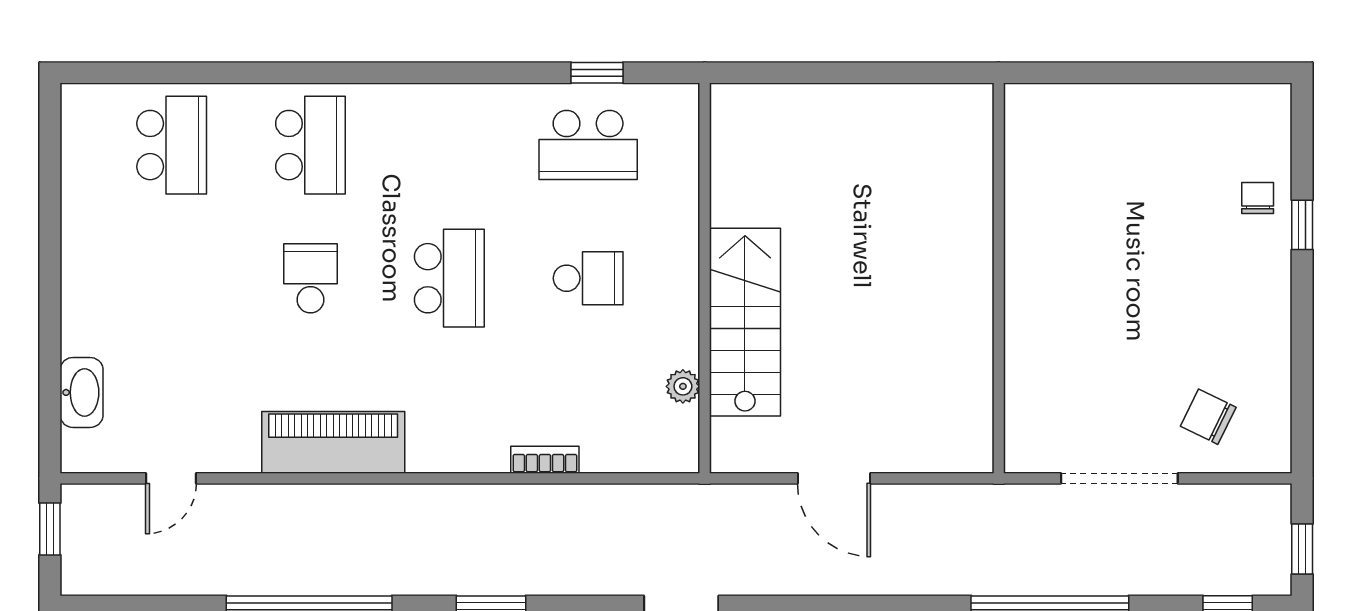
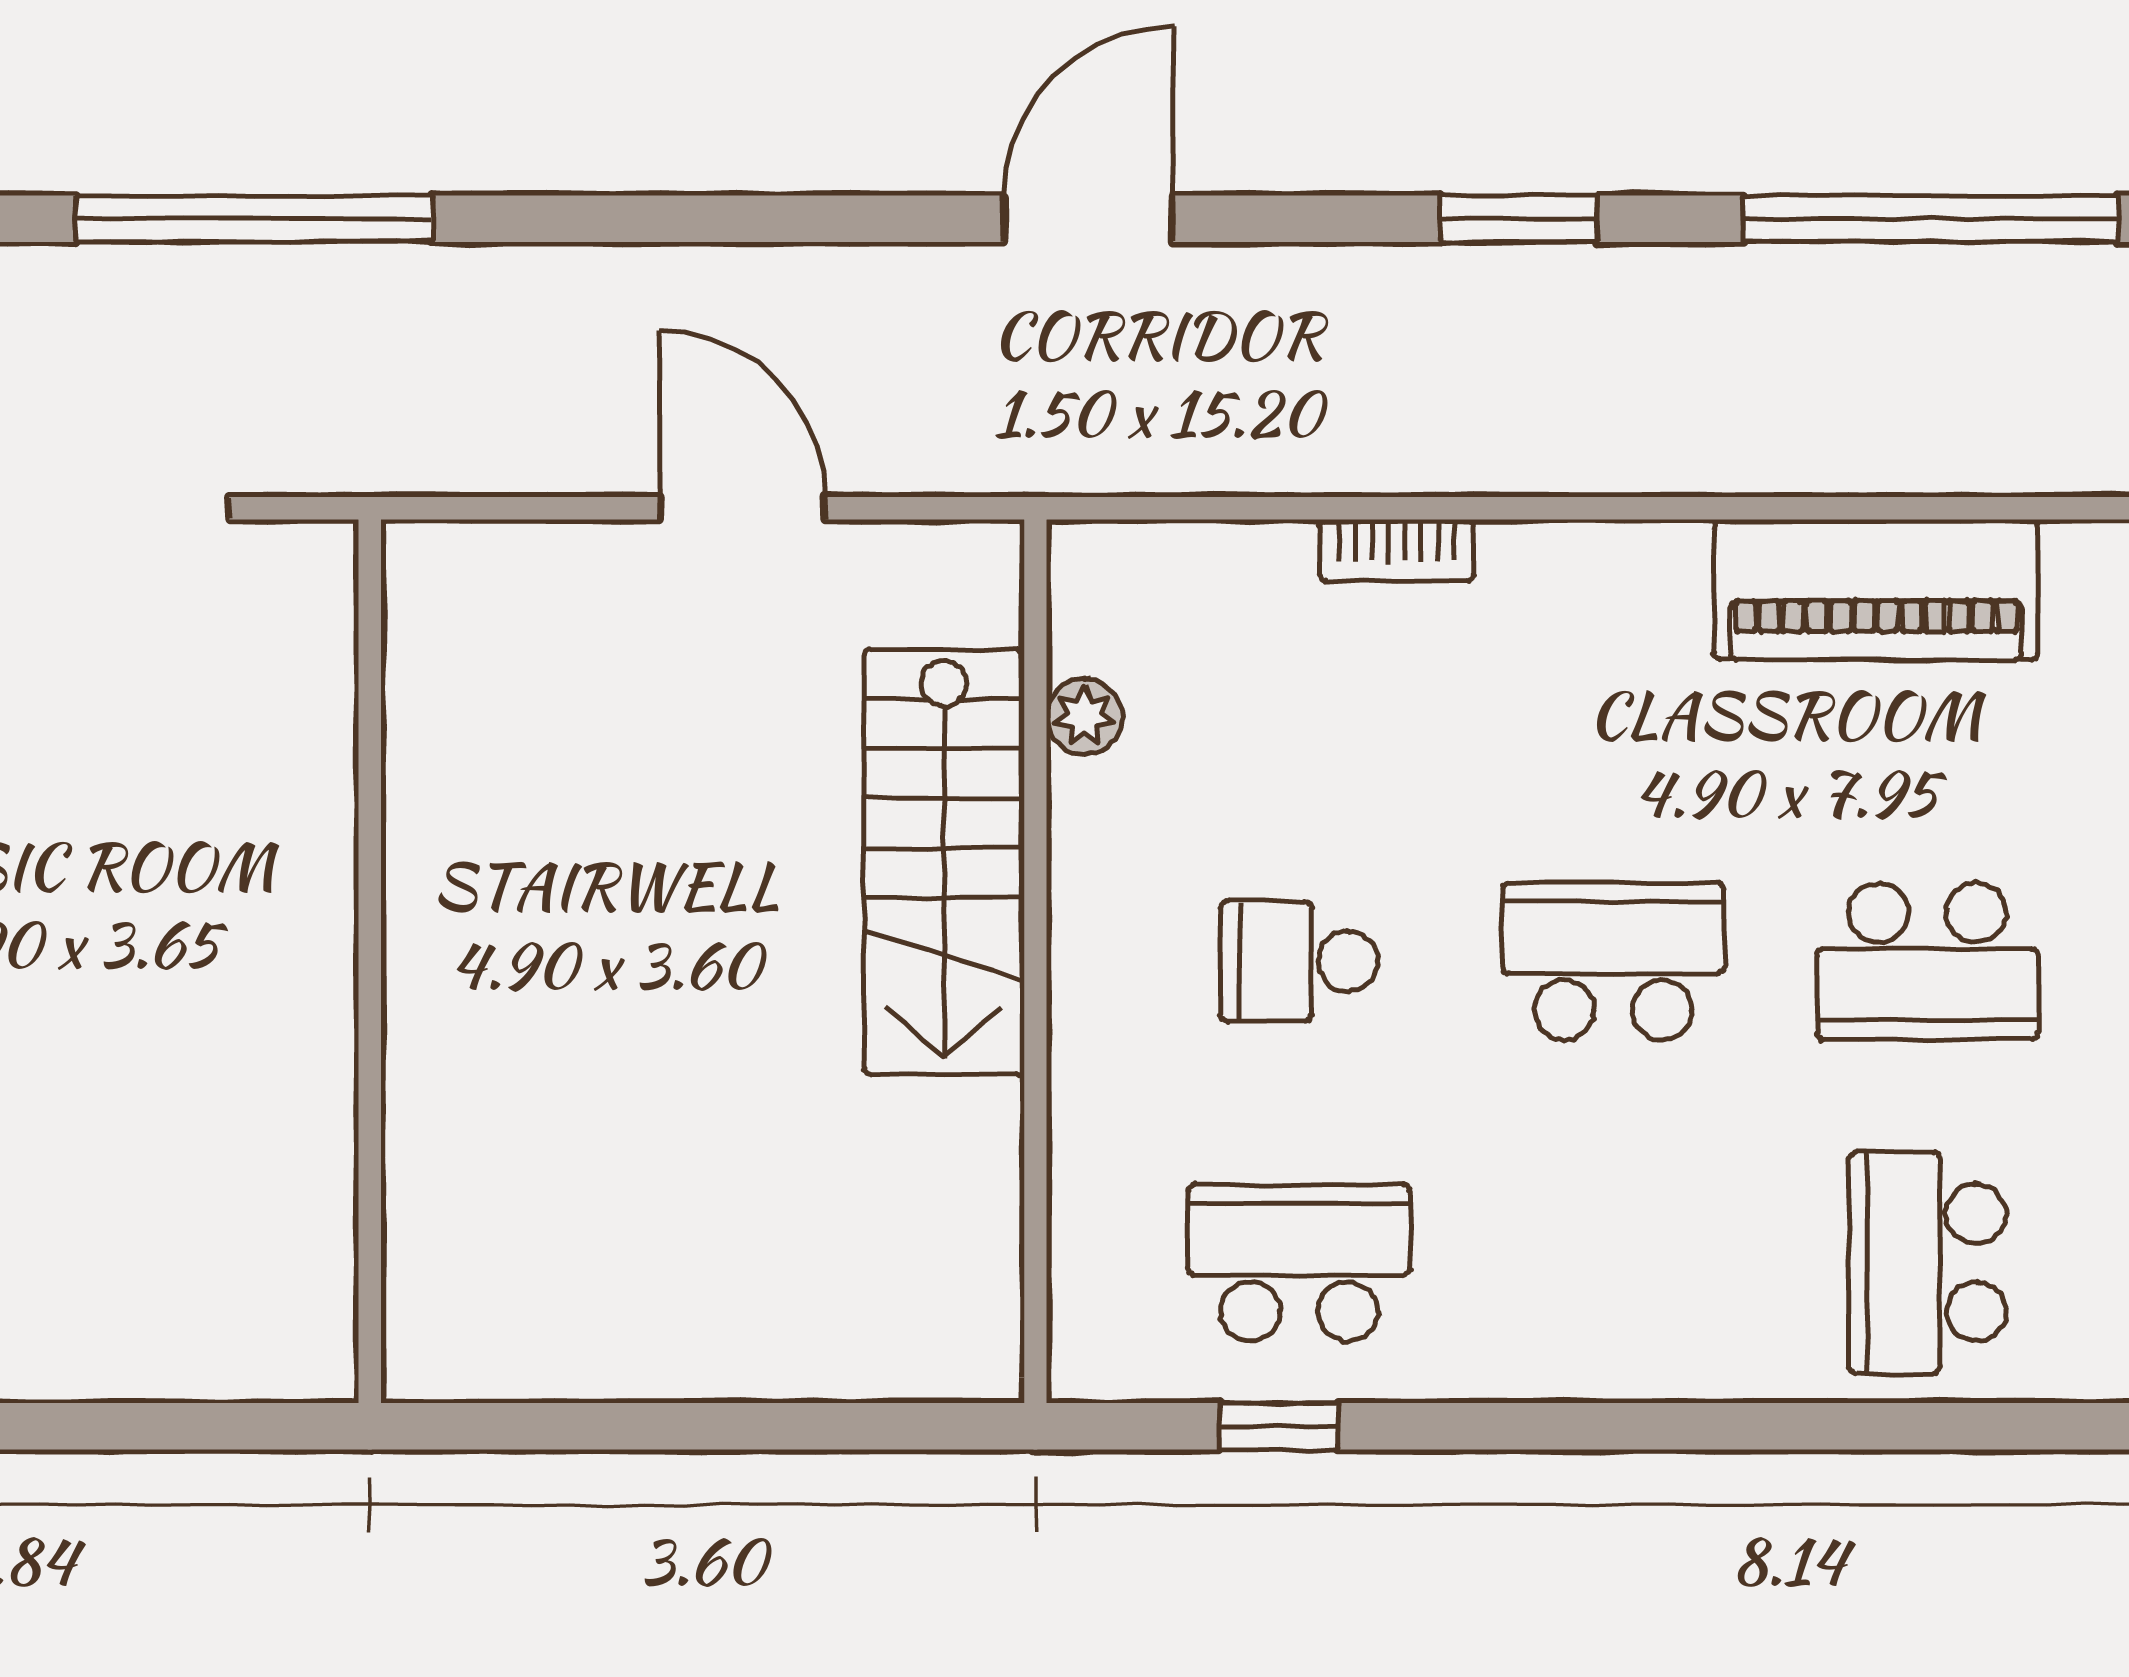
school desk: (310, 278) -> (1927, 961), width x1.85
school desk: (449, 278) -> (1613, 961), turned 90

